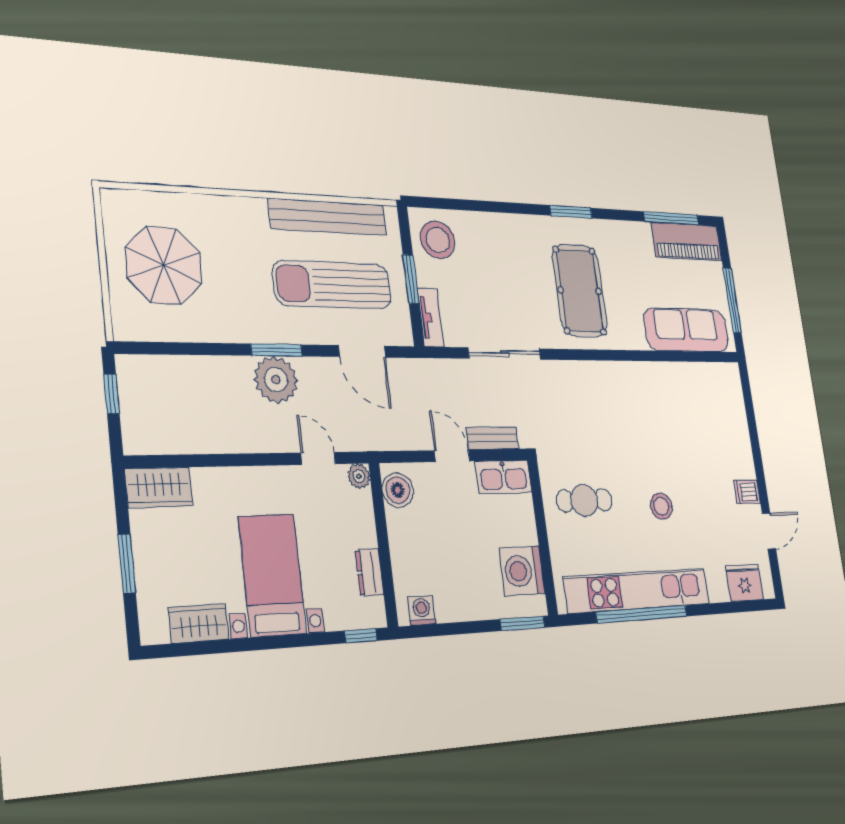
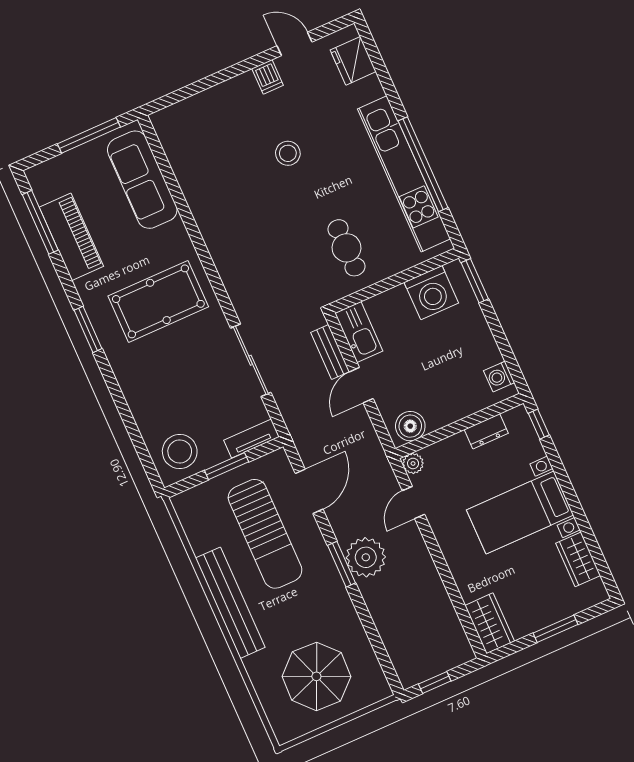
bench: (328, 217) -> (230, 603), moved
piano: (687, 242) -> (71, 237), moved
stool: (661, 506) -> (288, 153), moved

